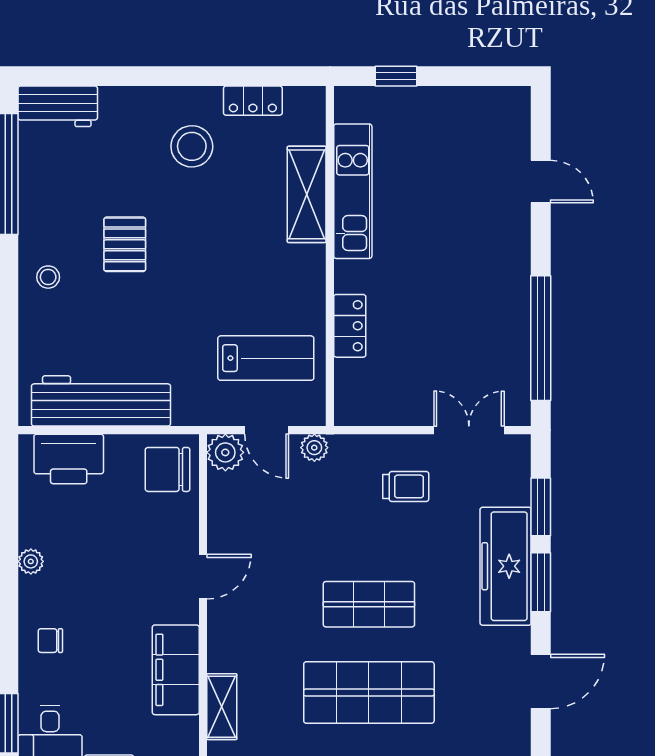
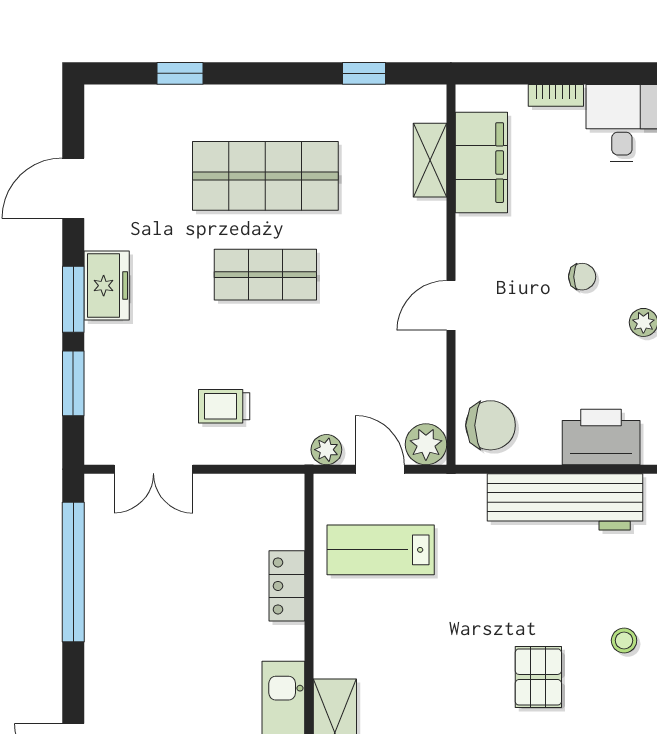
freezer: (506, 566) -> (107, 286), width x0.52, depth x0.79
chair: (50, 641) -> (582, 277), moved
filing cabinet: (176, 670) -> (481, 163), moved

